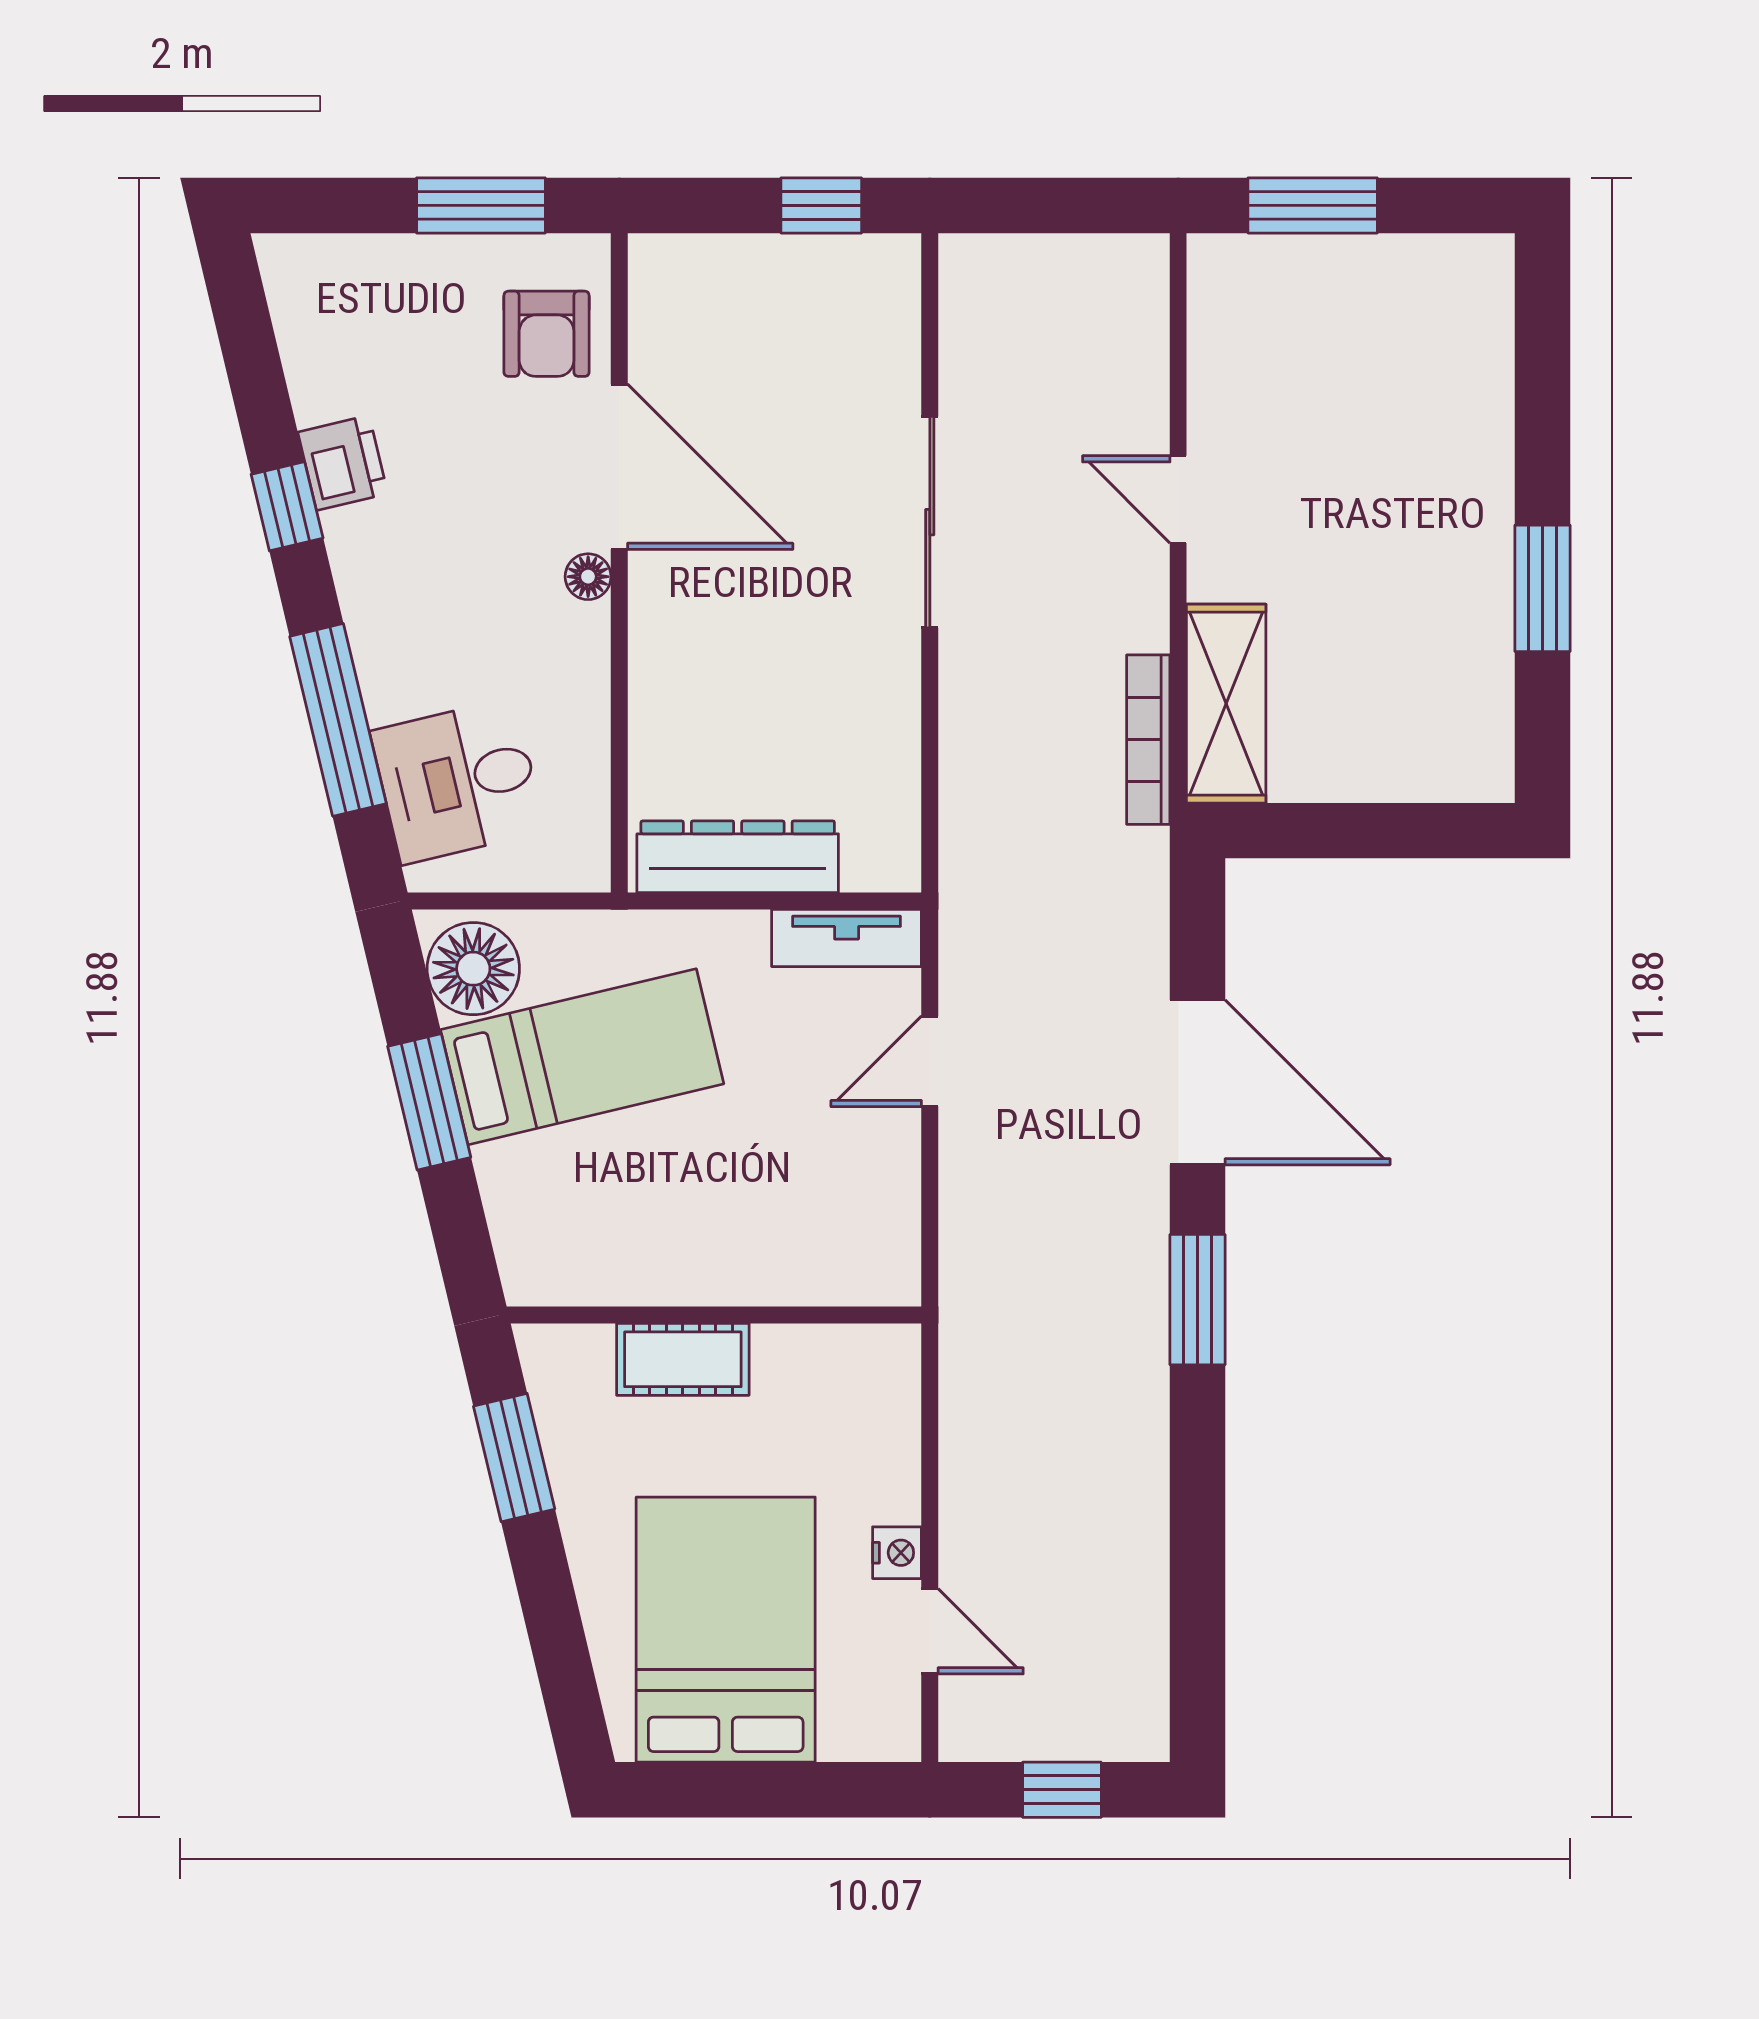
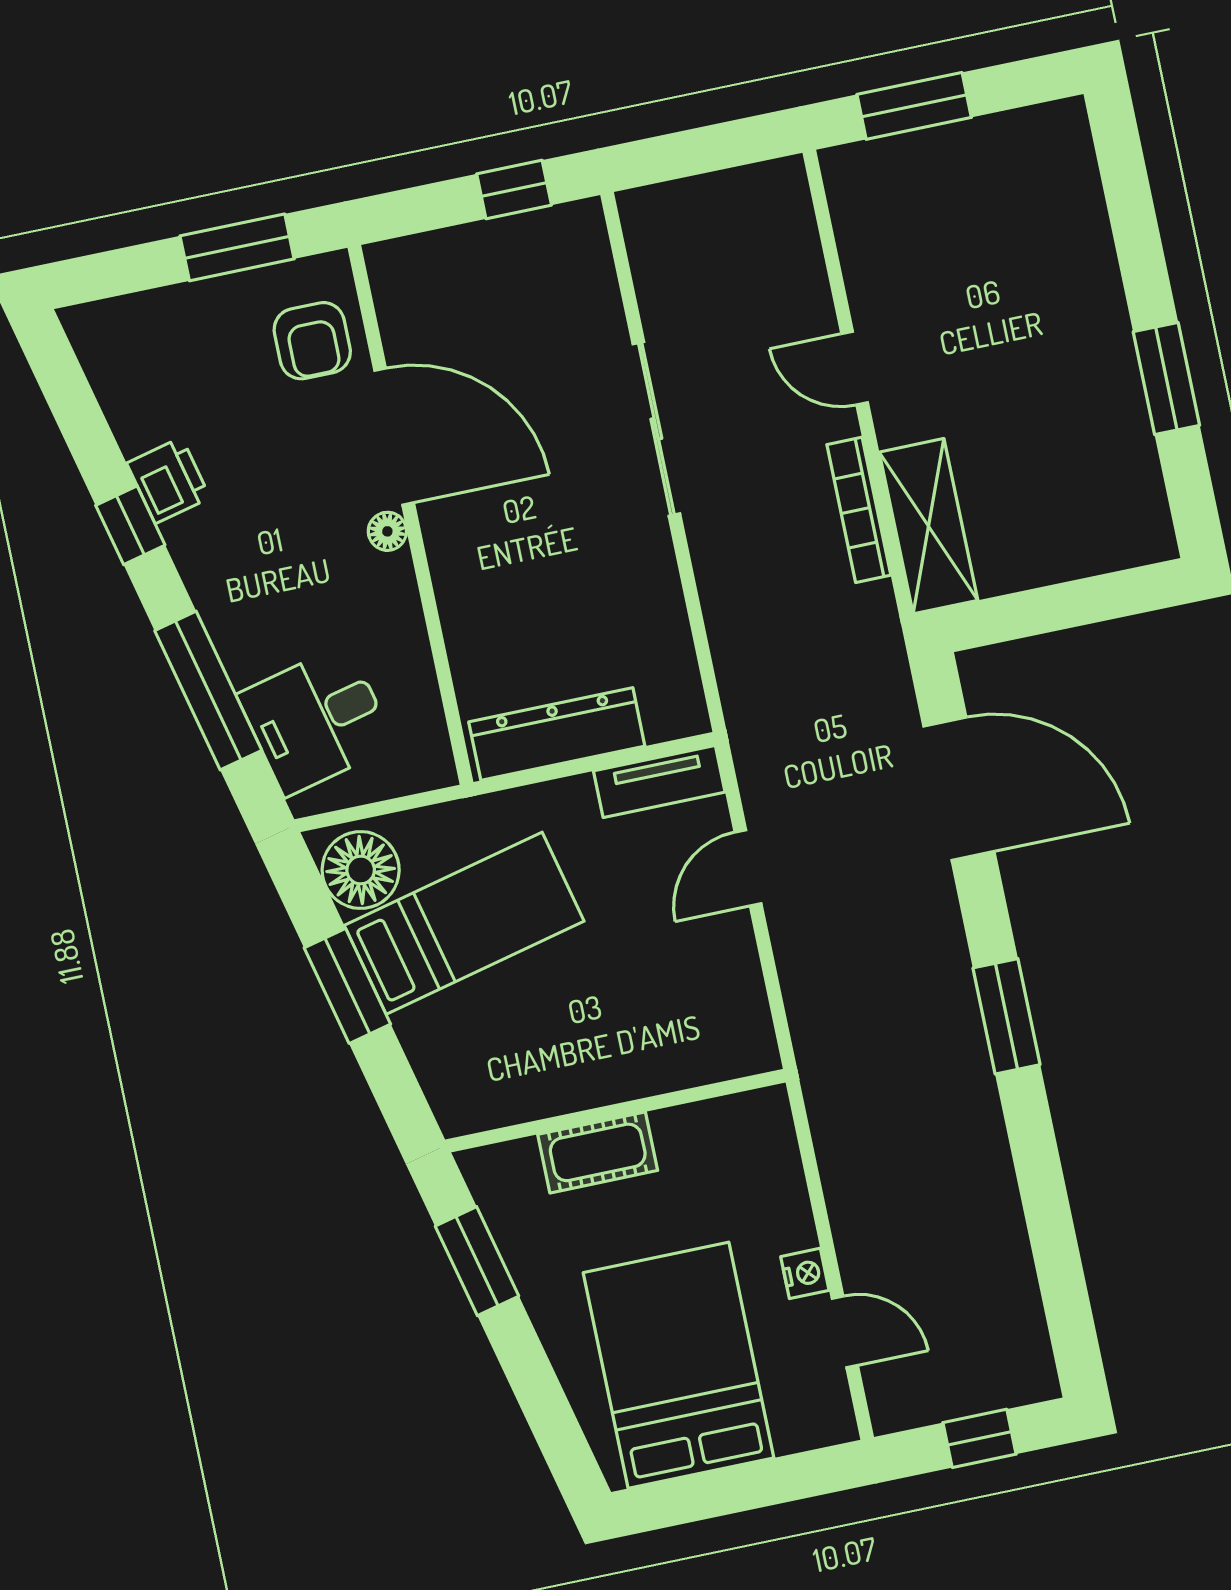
bookcase: (1148, 740) -> (859, 510), moved
door: (1197, 1082) -> (959, 789), moved

